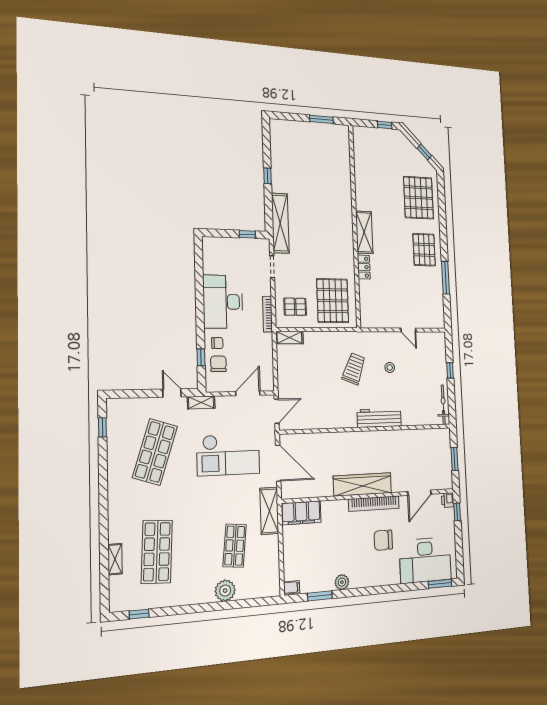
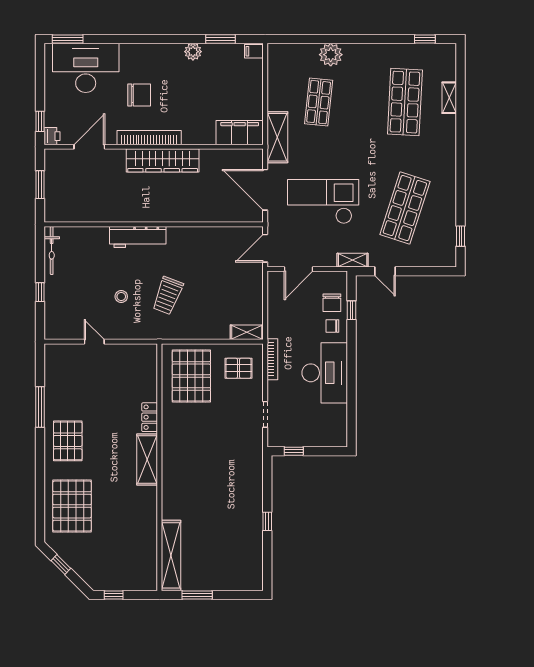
shelving: (280, 223) -> (171, 555), moved

